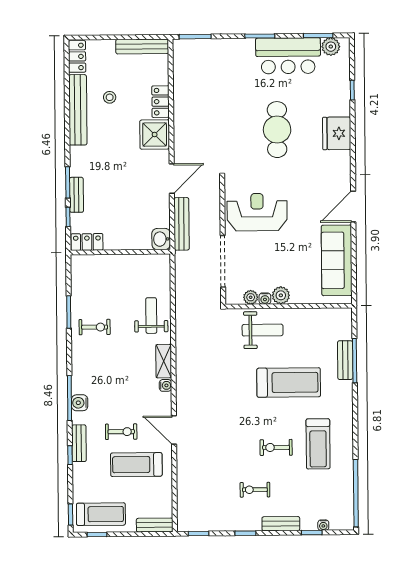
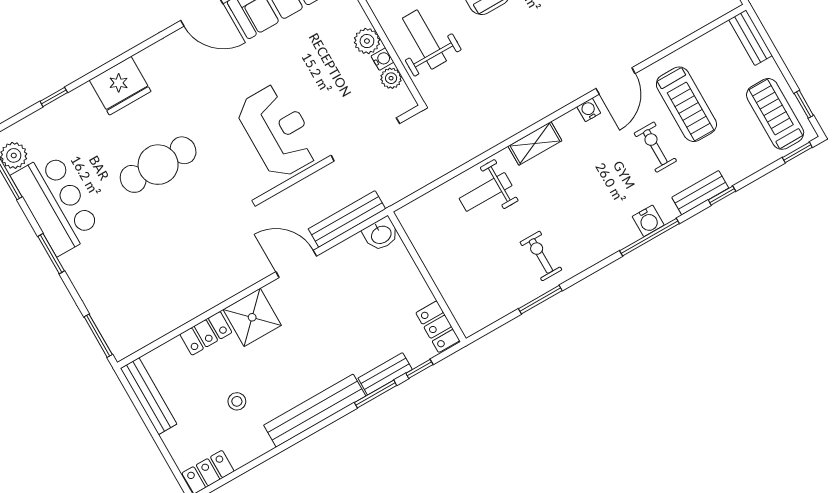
bench: (78, 110) -> (315, 411), moved
reception desk: (257, 212) -> (278, 131), turned 180
water cooler: (165, 385) -> (589, 110), moved

